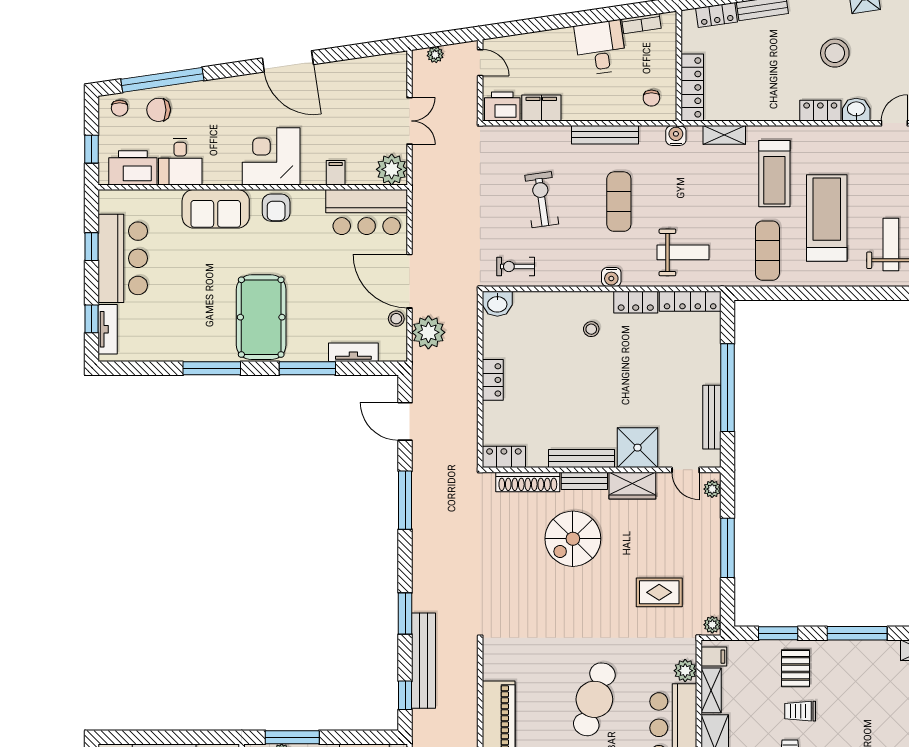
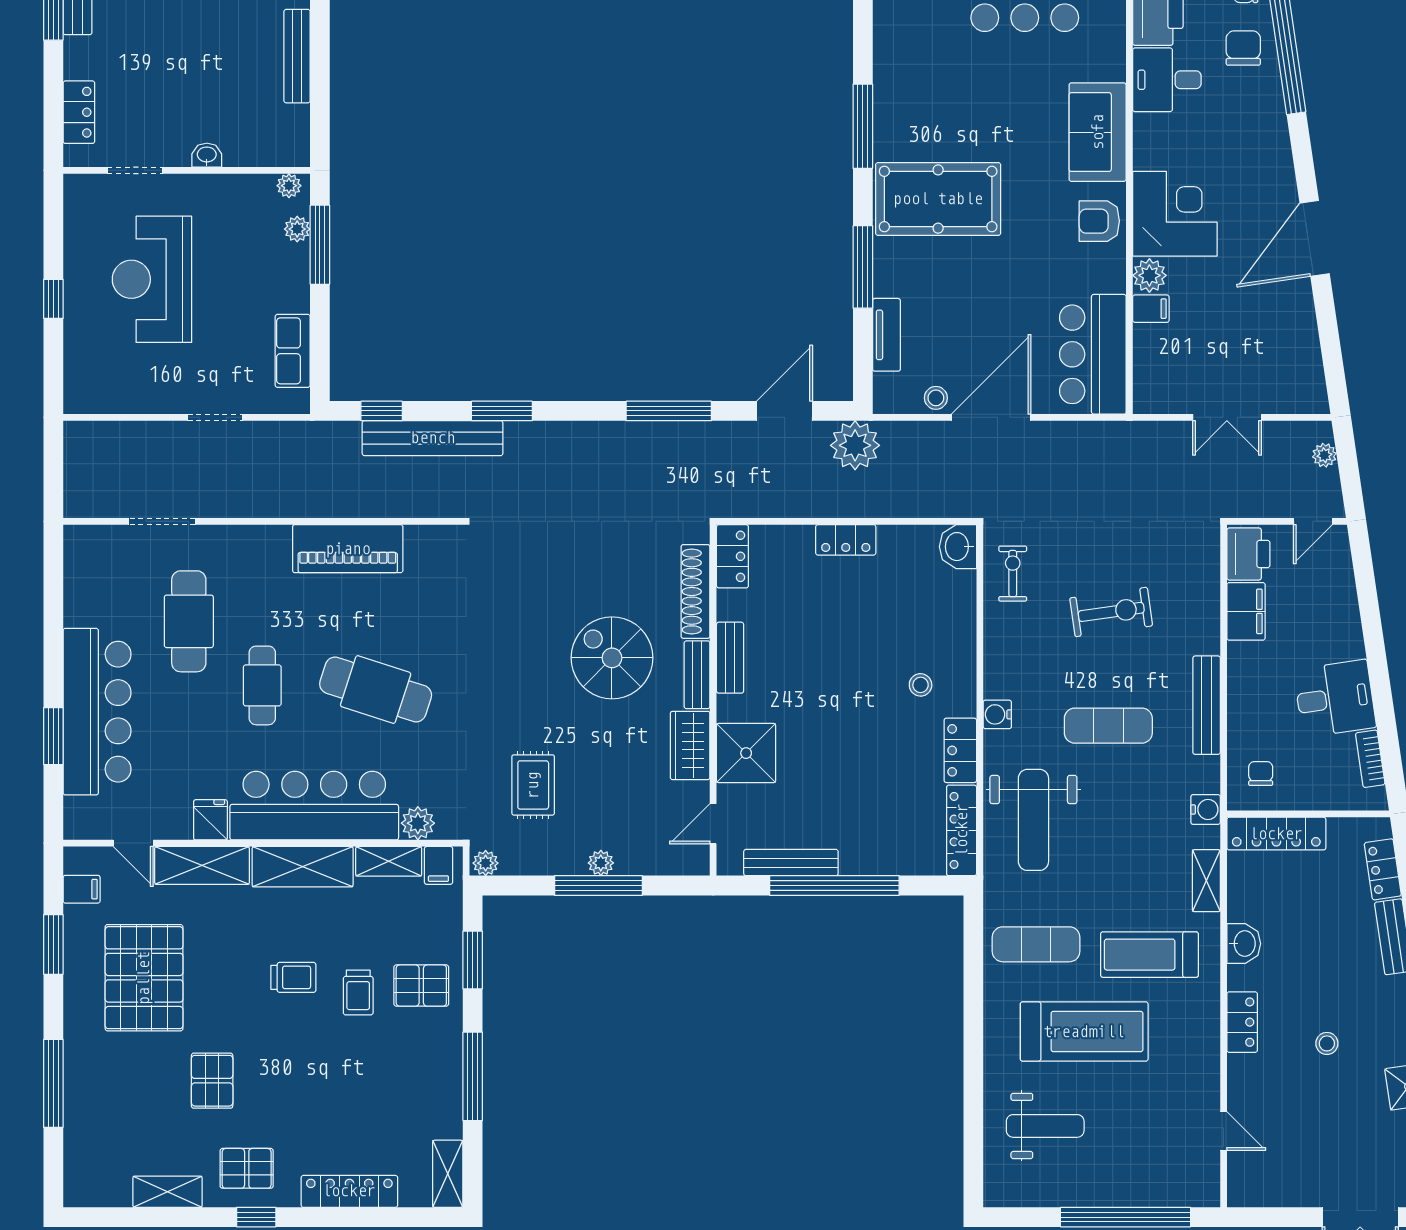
stool: (835, 53) -> (1327, 1043), width x0.53, depth x0.53
chair: (651, 98) -> (1261, 774), turned 90
washbasin: (856, 110) -> (1244, 944), moved
plant: (392, 169) -> (1149, 275), moved, width x0.73, depth x0.73
weight bench: (683, 252) -> (1033, 820), width x1.36, depth x1.33
plant: (428, 332) -> (855, 445), moved
bench: (582, 459) -> (730, 658), width x0.73
plant: (712, 489) -> (601, 863), moved
trolley: (800, 711) -> (358, 992), turned 180

